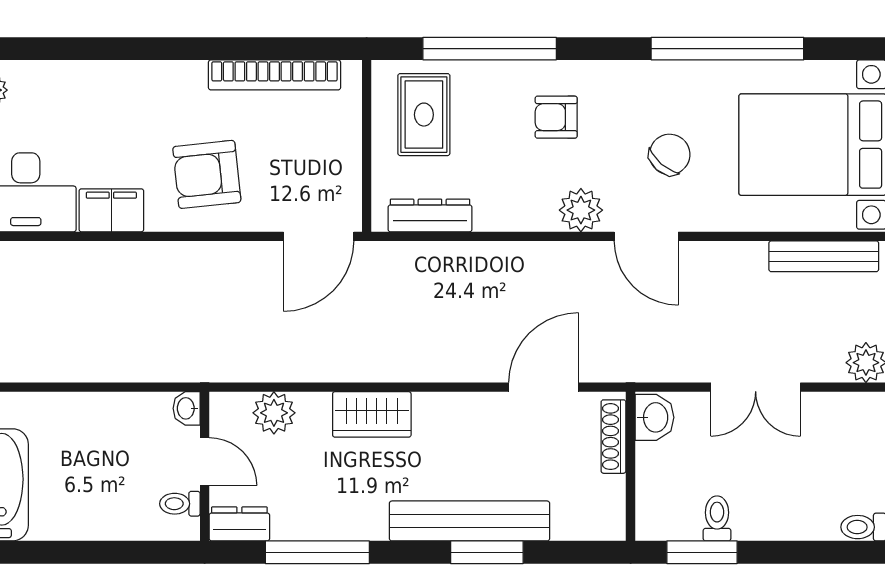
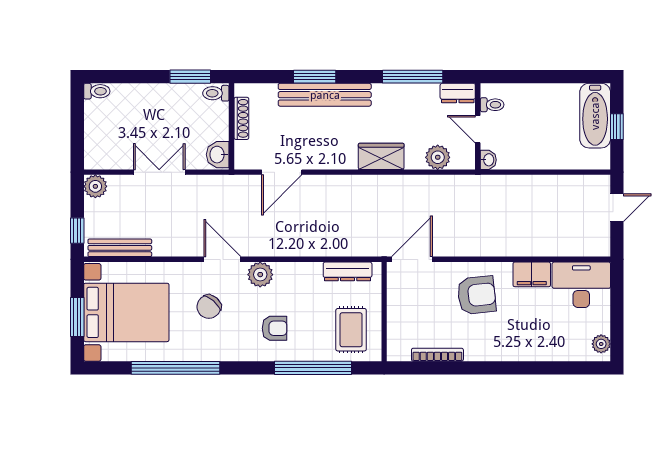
bookcase: (274, 75) -> (437, 355), width x0.68, depth x0.76
shoe rack: (613, 437) -> (241, 118), moved
toilet: (717, 518) -> (216, 93), moved, turned 90

